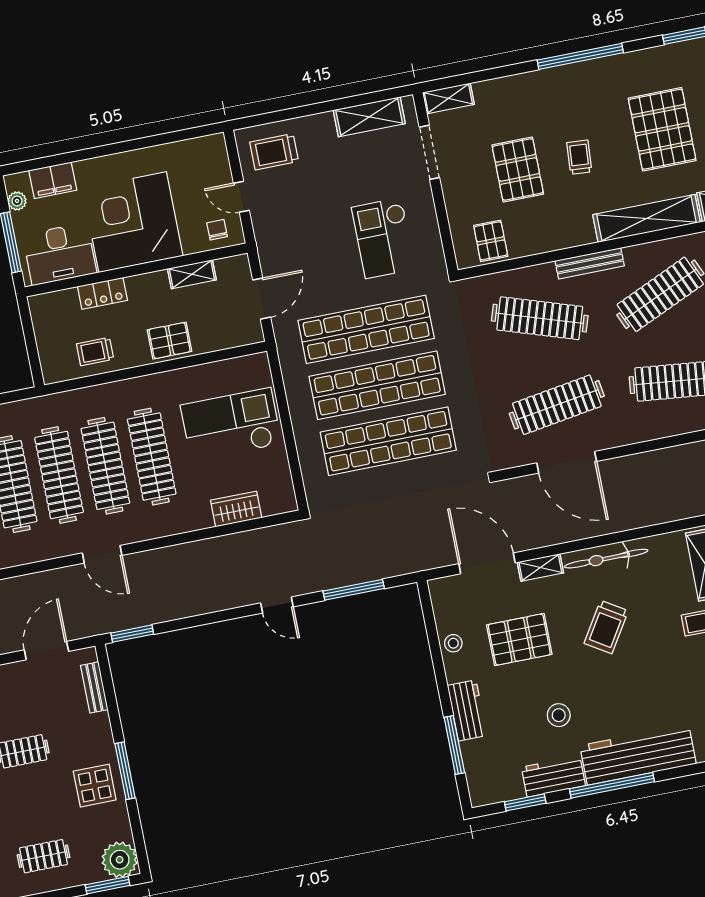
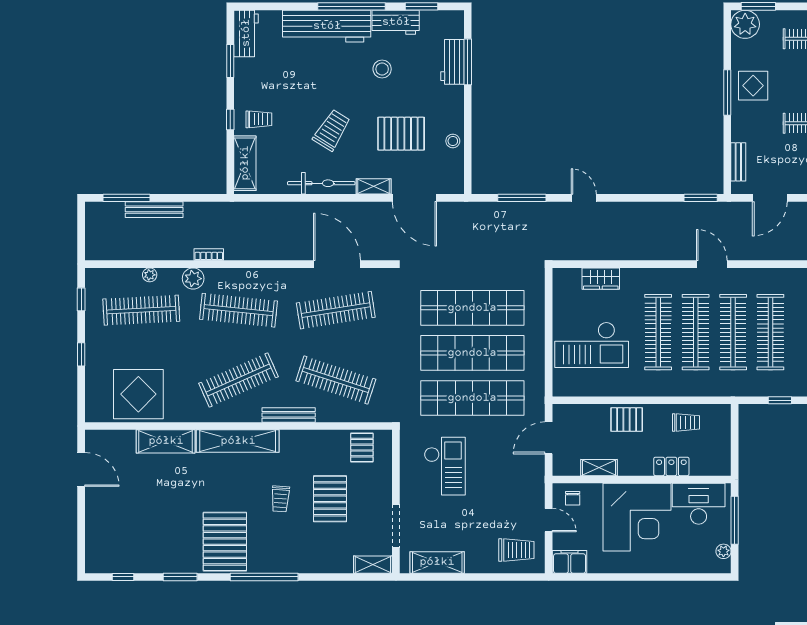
pallet: (662, 129) -> (225, 542), moved
filing cabinet: (53, 180) -> (570, 562), moved
workbench: (467, 710) -> (452, 62), moved

